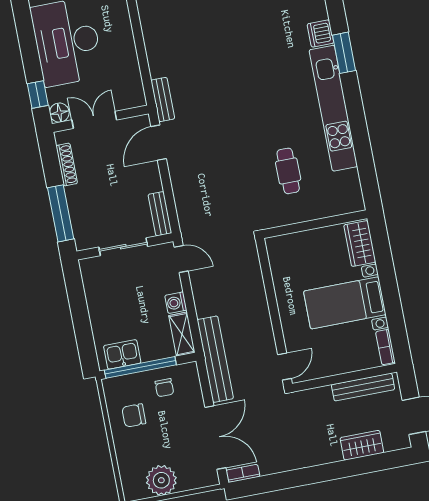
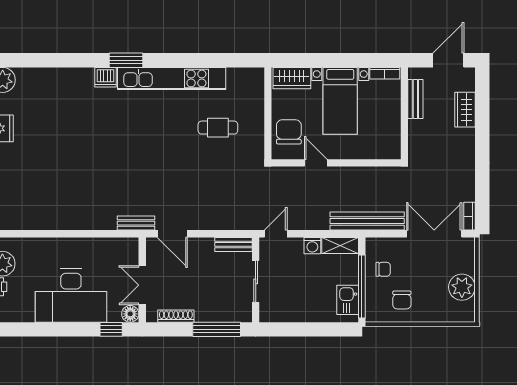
chair: (299, 252) -> (289, 132), added
door: (284, 367) -> (316, 163), moved
bench: (363, 387) -> (415, 99), width x0.73

